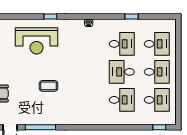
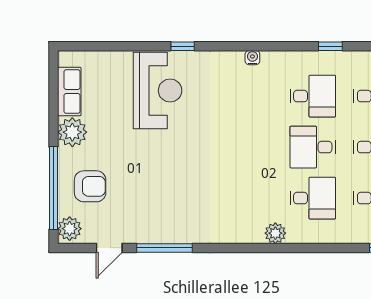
reception desk: (37, 41) -> (158, 91), turned -90
coffee table: (48, 86) -> (179, 173), removed
plant: (101, 119) -> (275, 233), added

